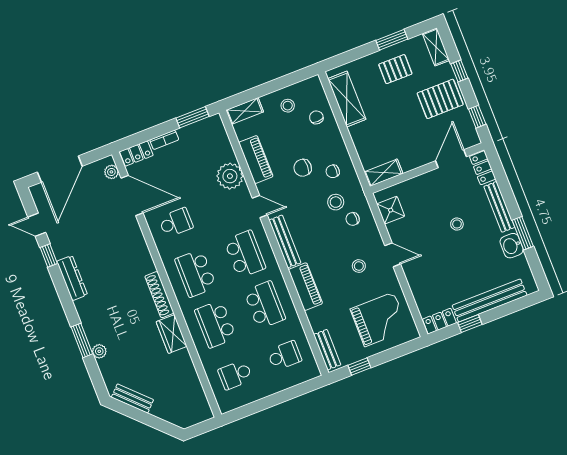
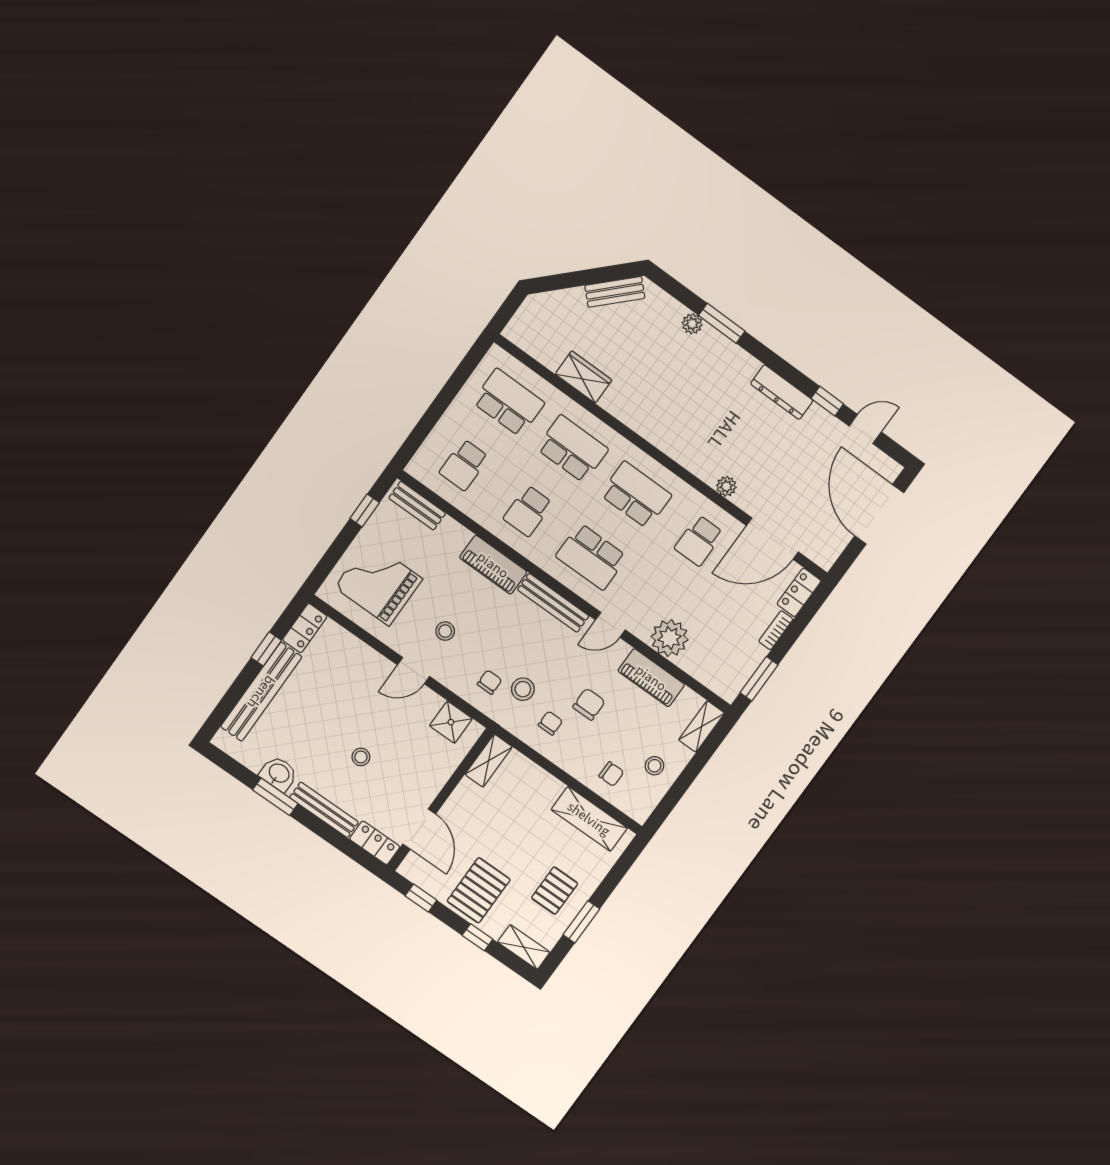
plant: (111, 172) -> (726, 486), moved
shoe rack: (159, 295) -> (663, 441), removed
school desk: (265, 305) -> (528, 511), width x0.54
grand piano: (379, 319) -> (378, 583), turned 90
wardrobe: (172, 334) -> (584, 377), moved
school desk: (235, 375) -> (508, 403), width x1.85

